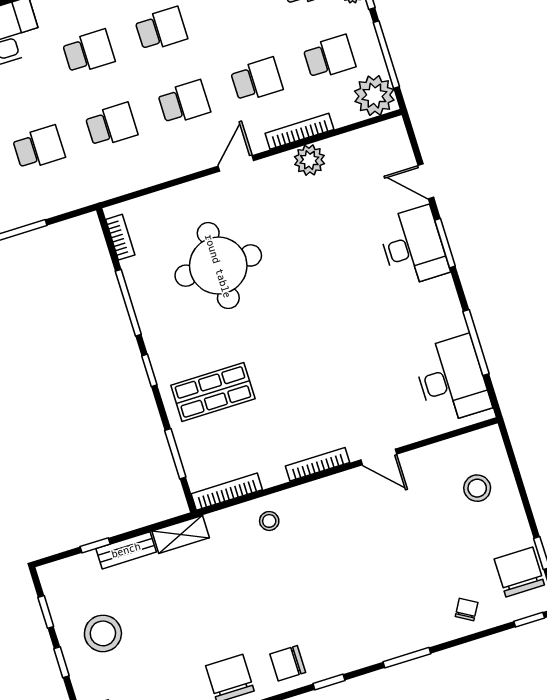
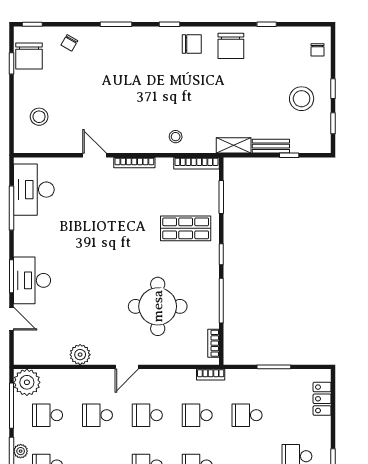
bookcase: (299, 131) -> (211, 375), moved, width x0.64

